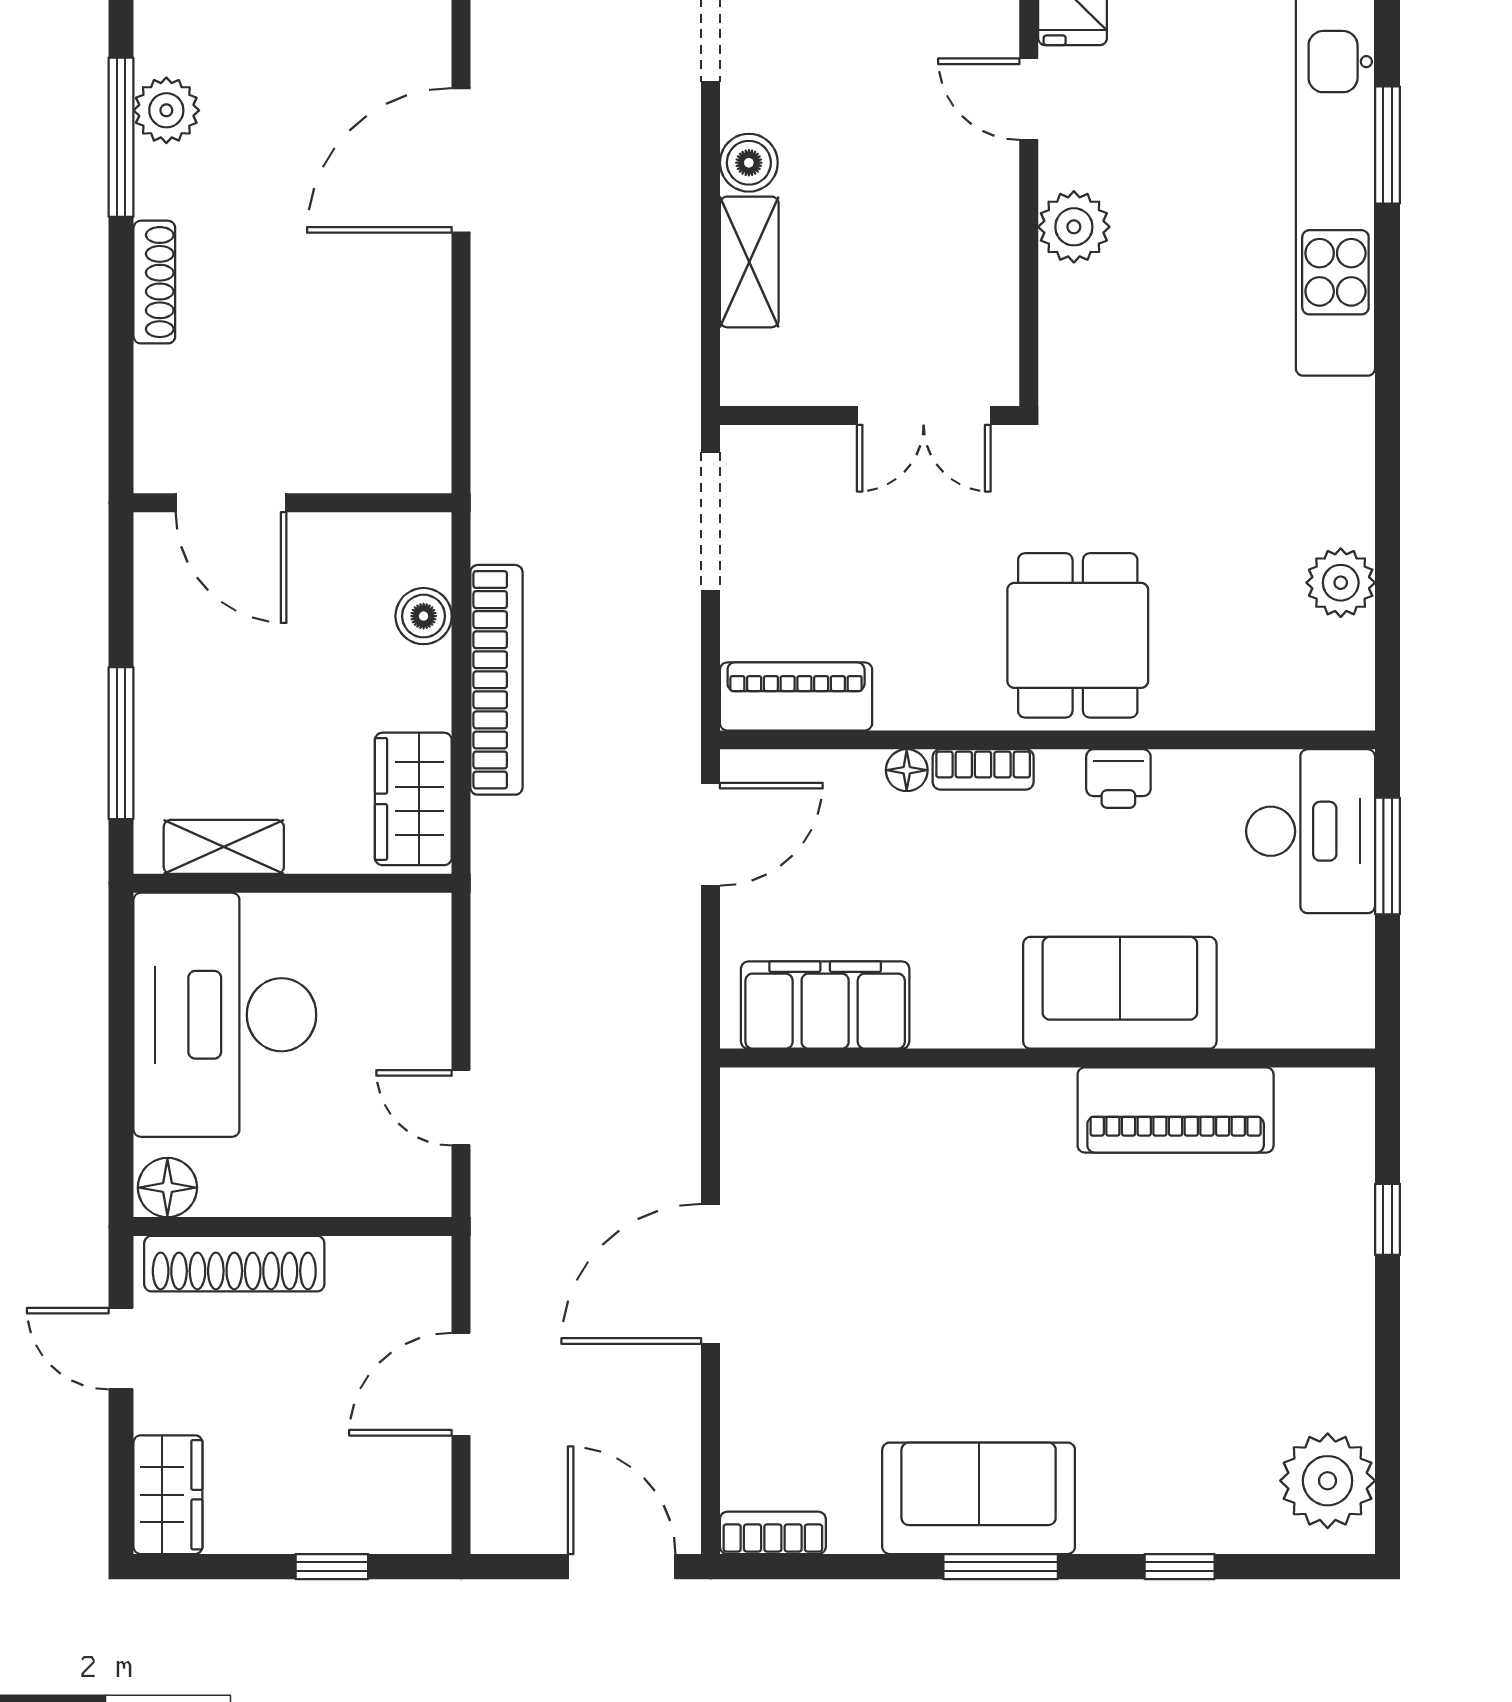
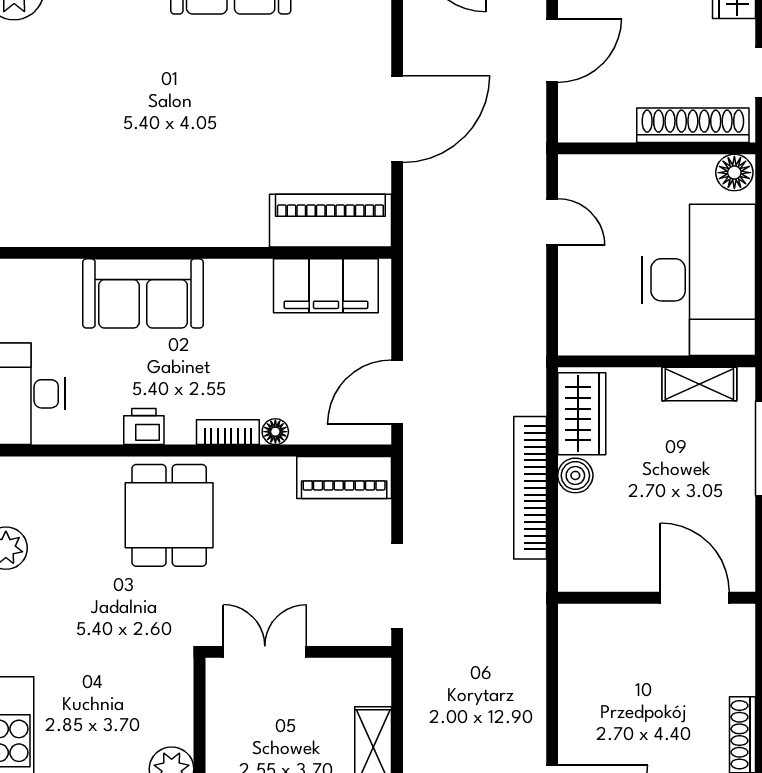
boiler: (424, 616) -> (575, 475), moved
piano: (1176, 1110) -> (330, 221), moved

